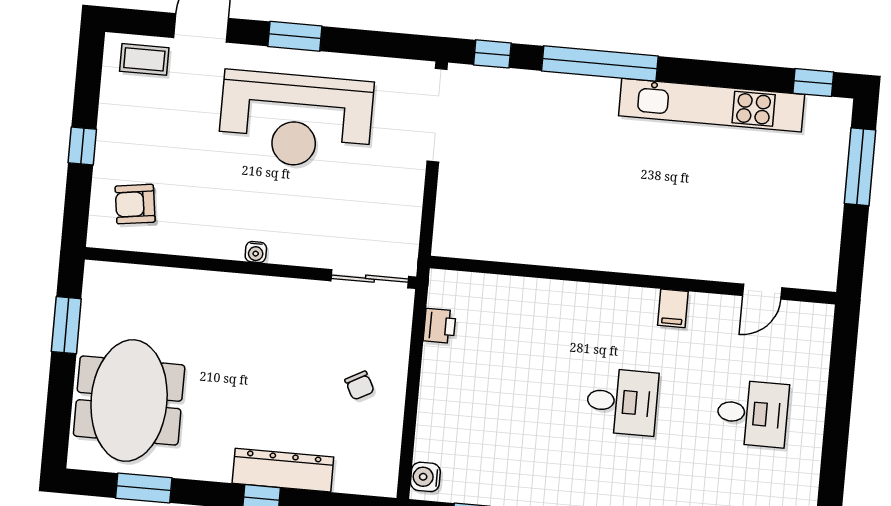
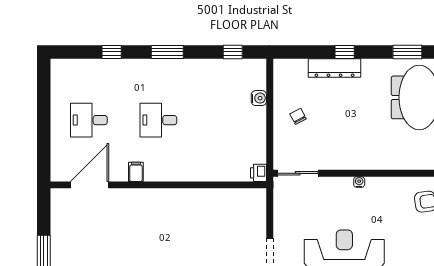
door: (762, 292) -> (90, 185), width x1.88
printer: (440, 326) -> (258, 173), moved
water cooler: (425, 477) -> (259, 98), moved

